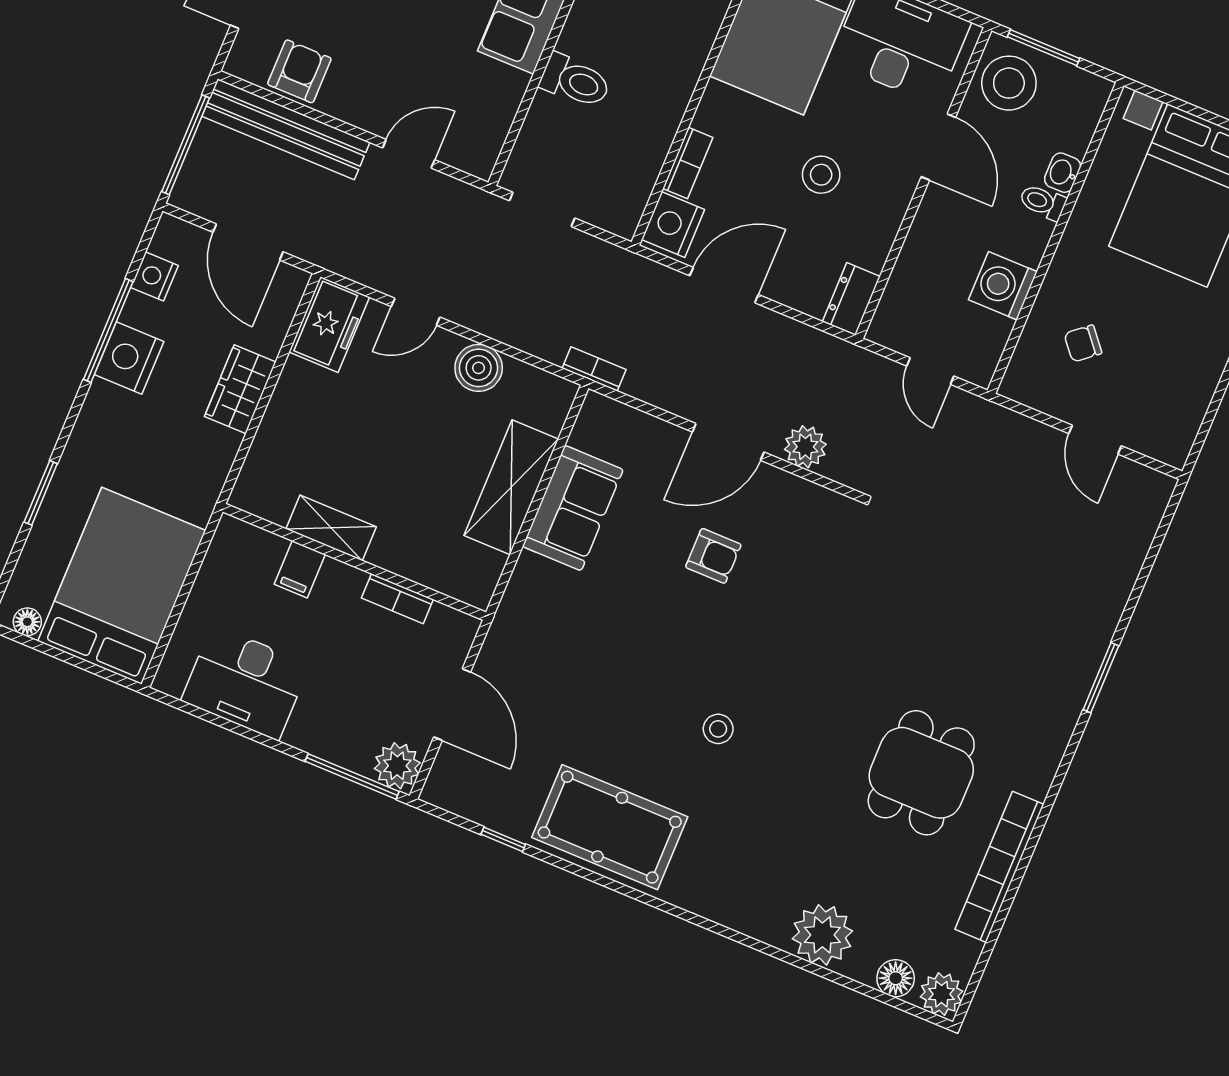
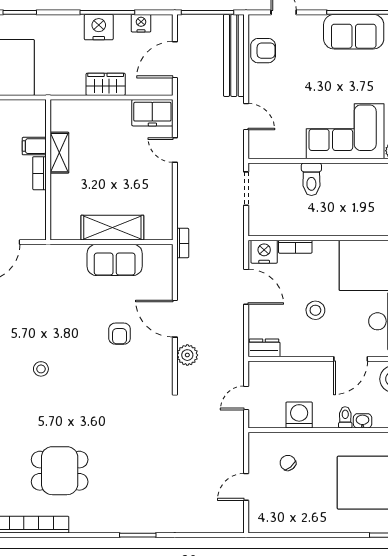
boiler: (479, 368) -> (161, 190), removed
bookcase: (397, 599) -> (39, 173), moved

